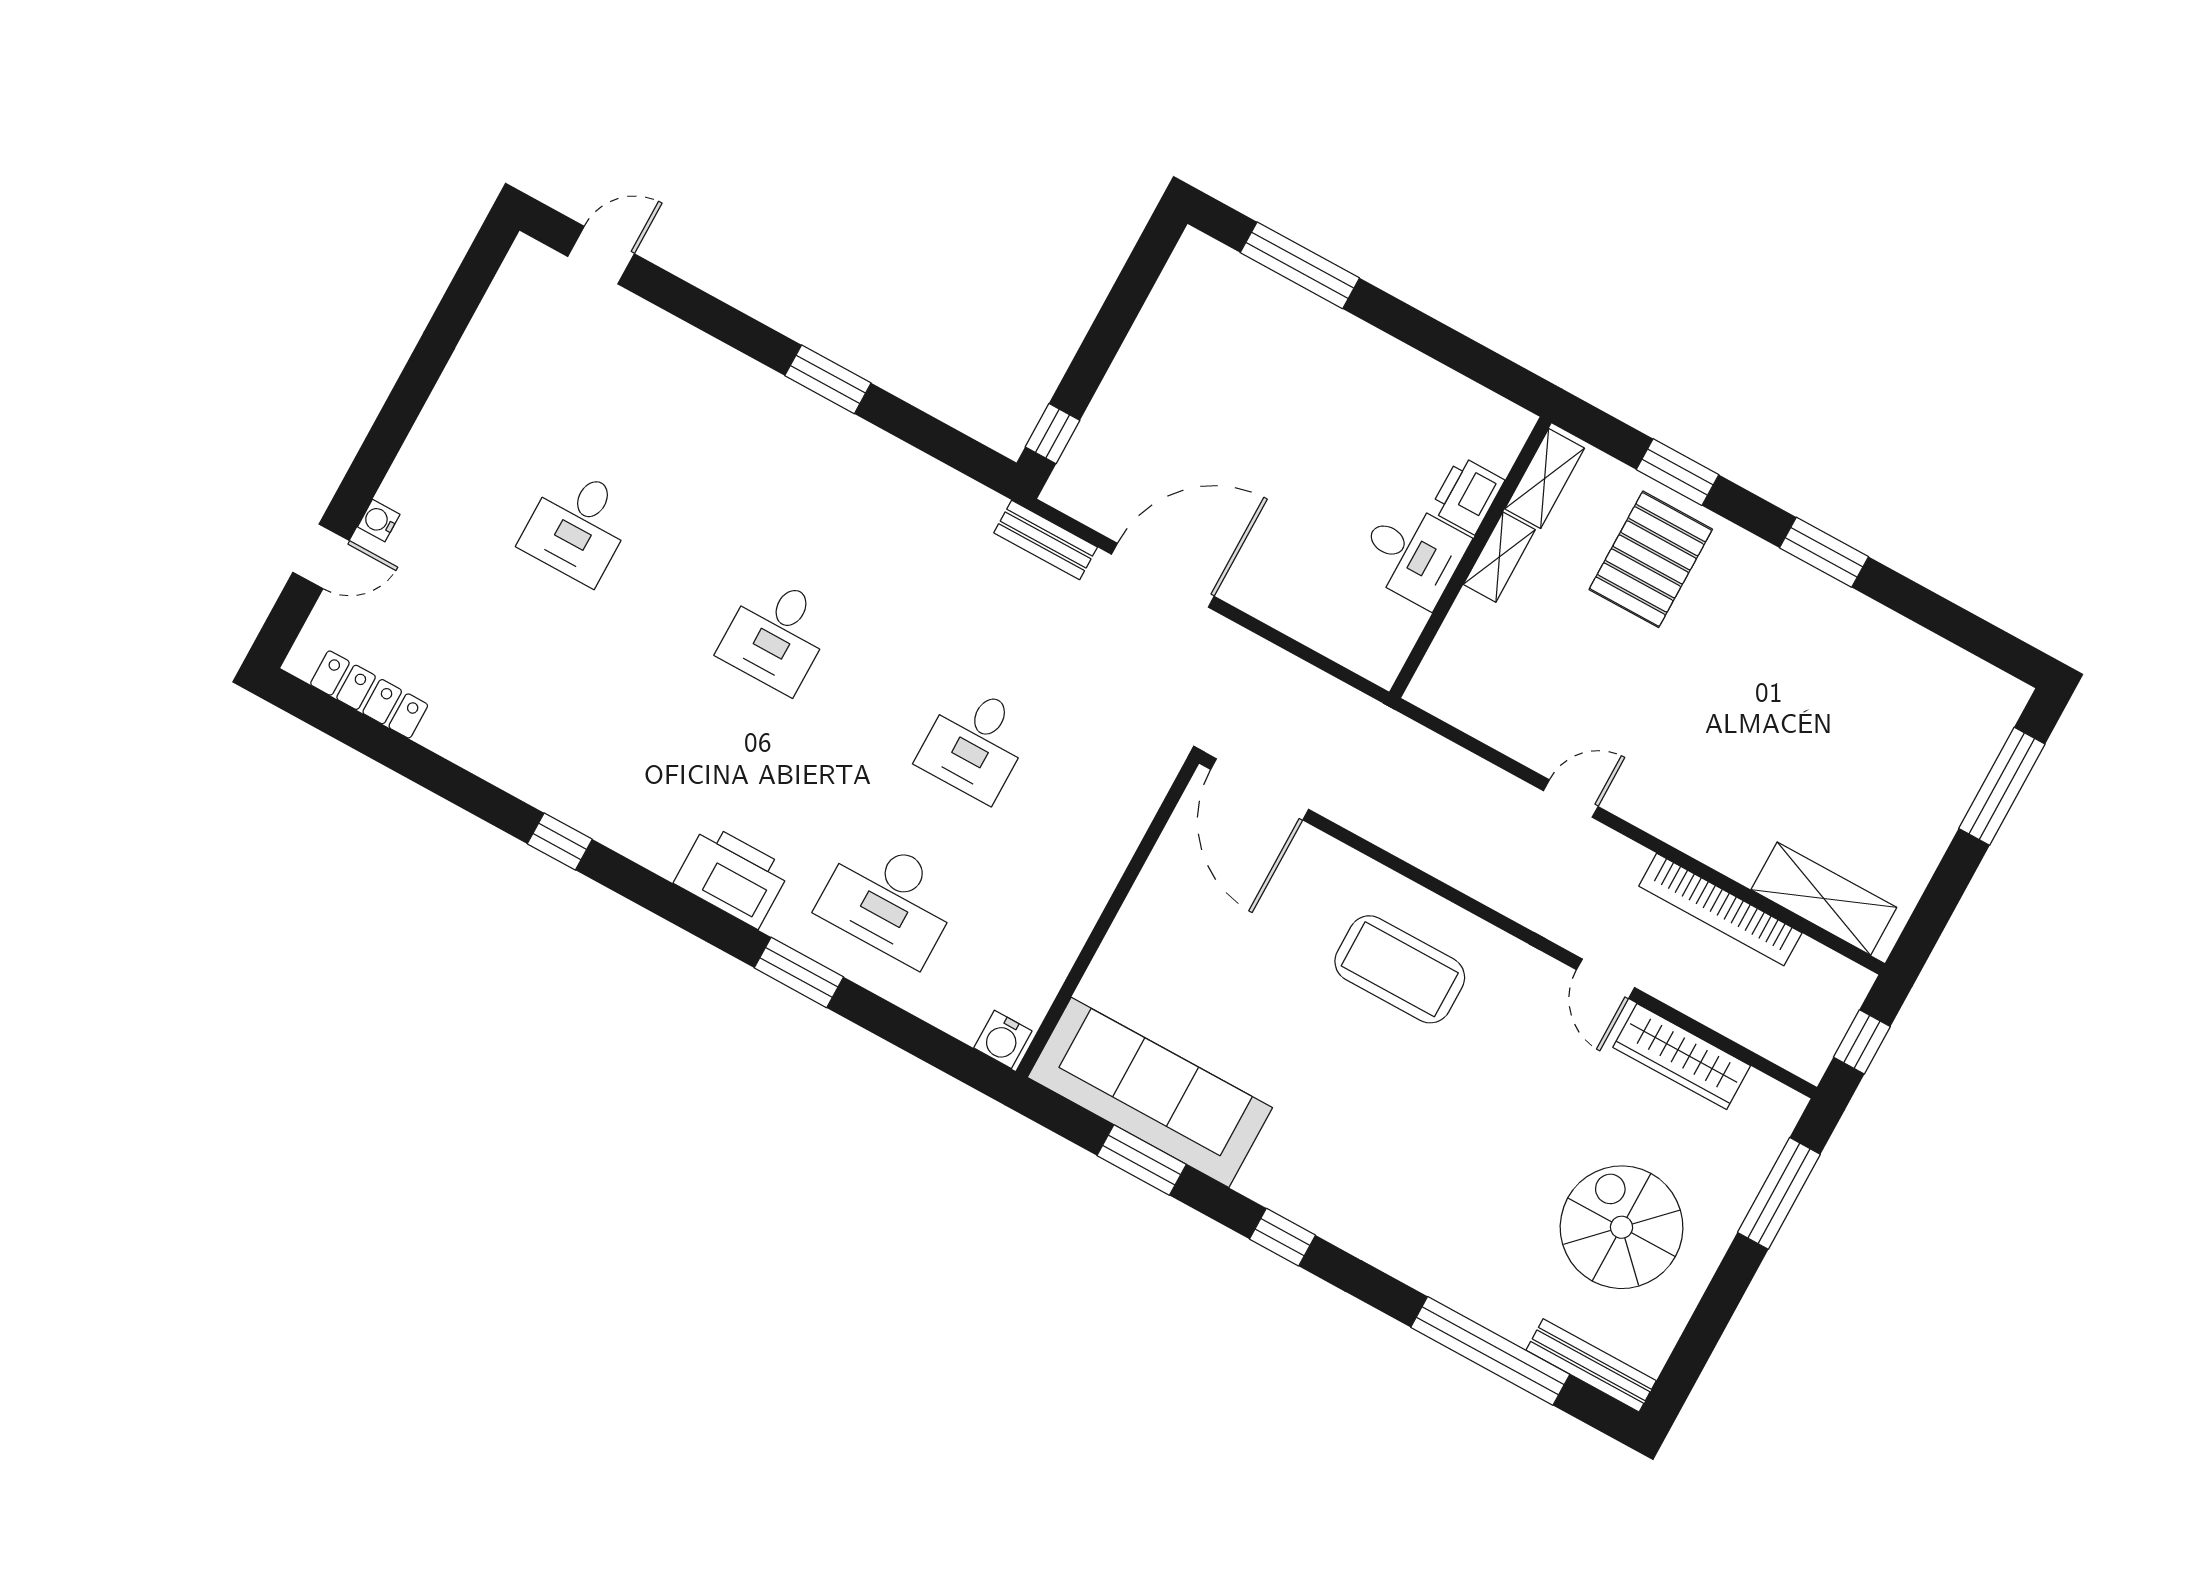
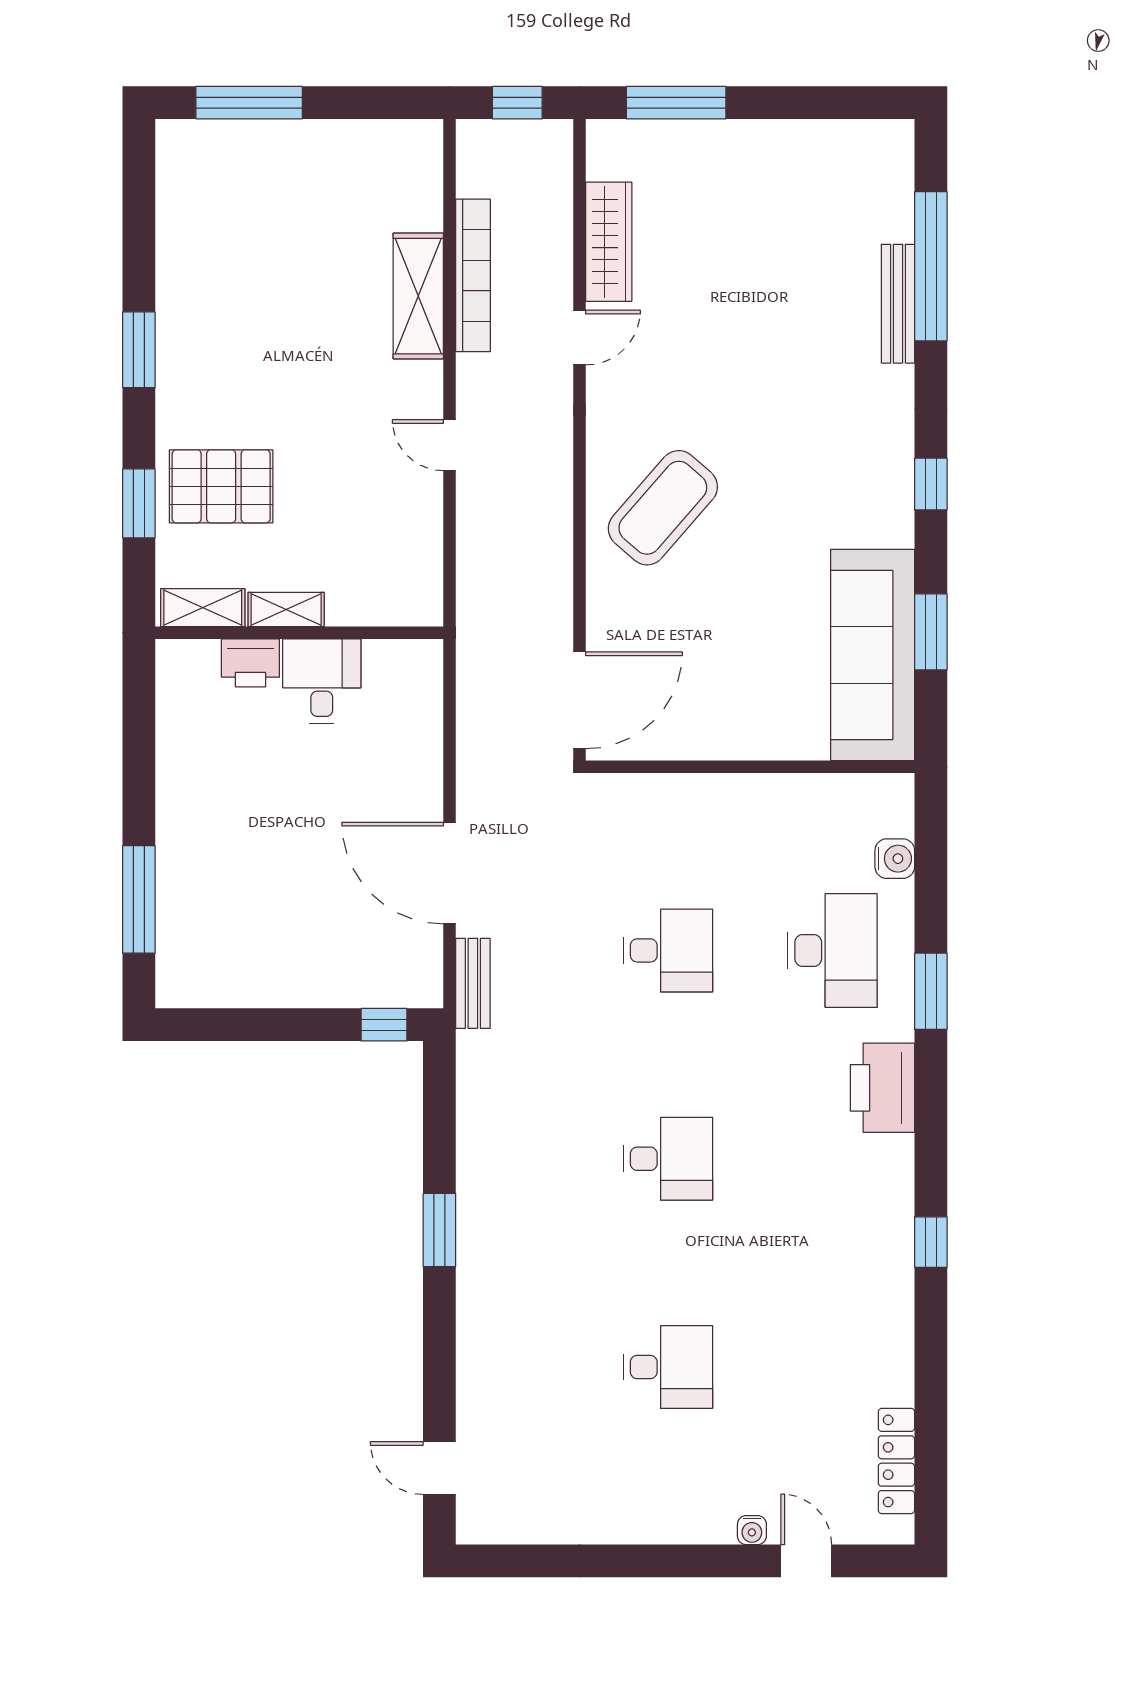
shelving: (1824, 899) -> (418, 296), moved
coffee table: (1400, 969) -> (663, 508), turned 41
water cooler: (1003, 1039) -> (895, 859), moved
spiral stairs: (1622, 1227) -> (773, 215), removed
bench: (1591, 1365) -> (898, 304), moved

